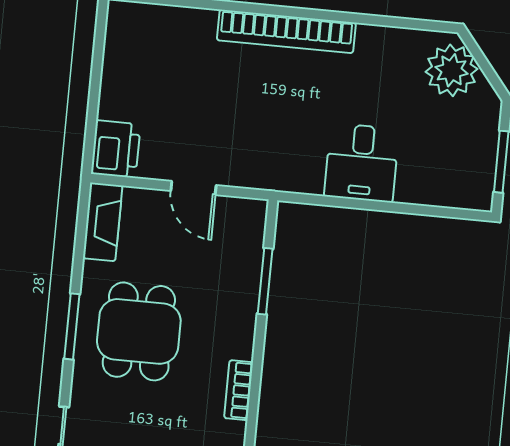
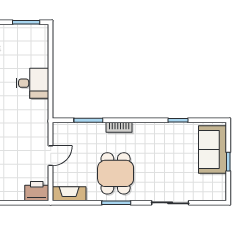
dining table: (139, 331) -> (116, 173), turned 90
bookcase: (239, 390) -> (119, 127), moved

